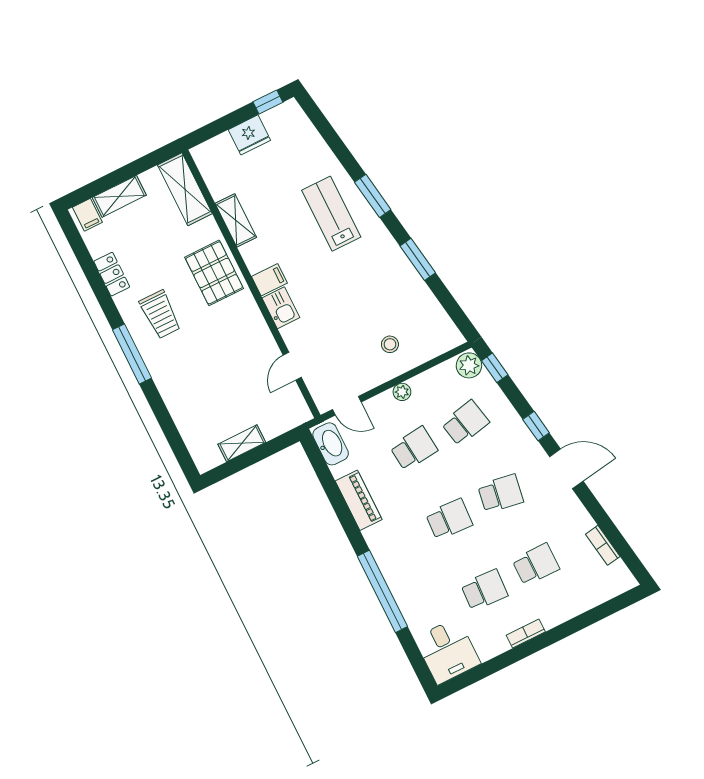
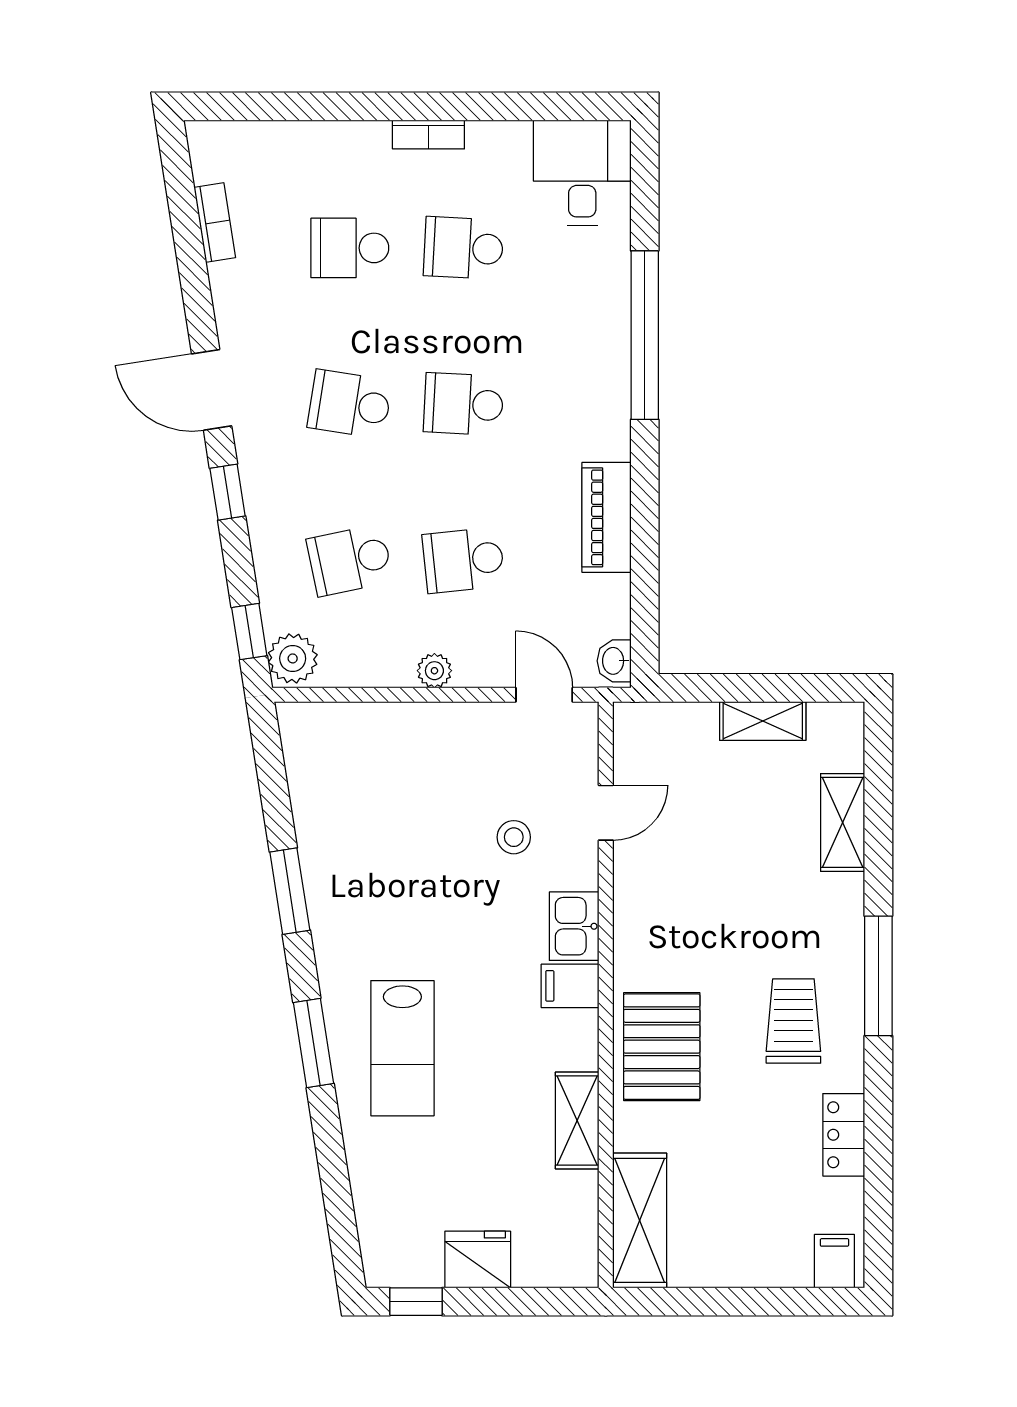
shelving: (119, 196) -> (843, 822), moved, turned 90
stool: (390, 344) -> (514, 837), moved
washbasin: (331, 444) -> (614, 661), width x0.52, depth x0.69

